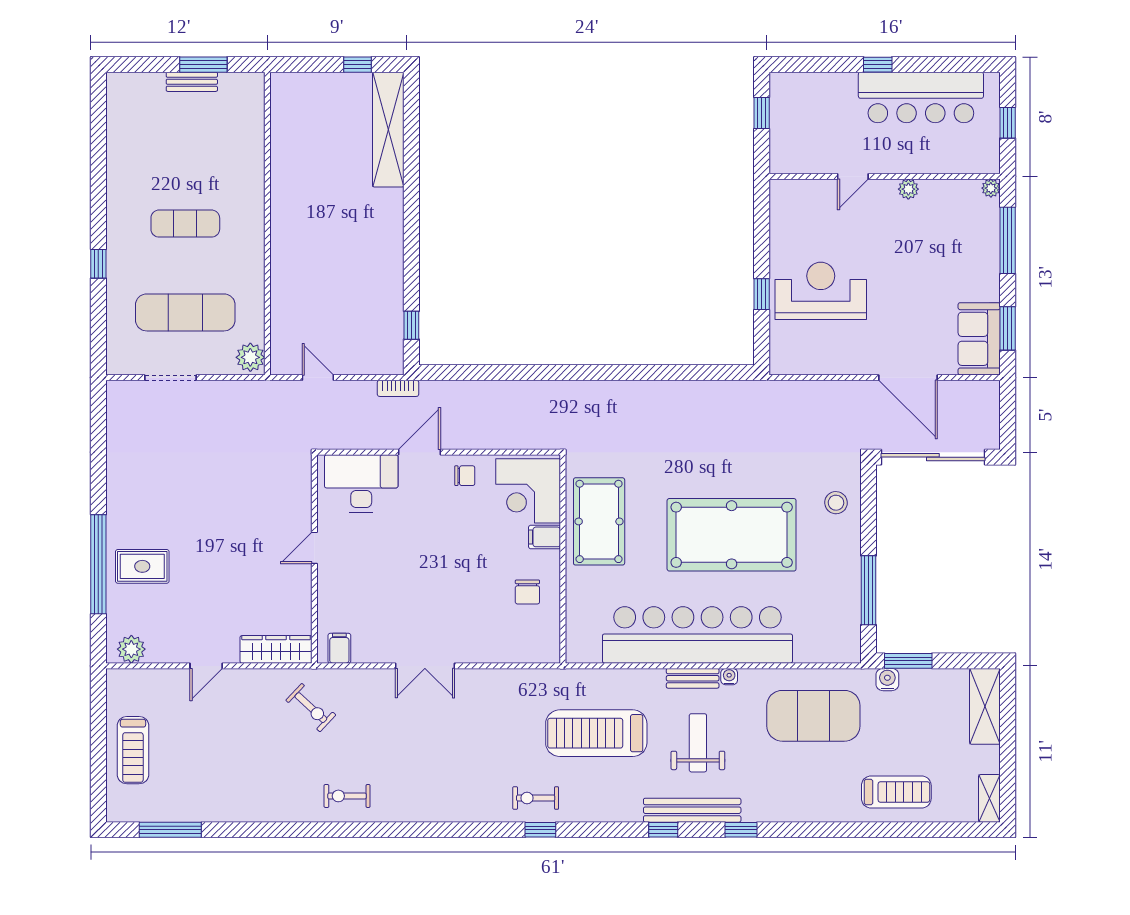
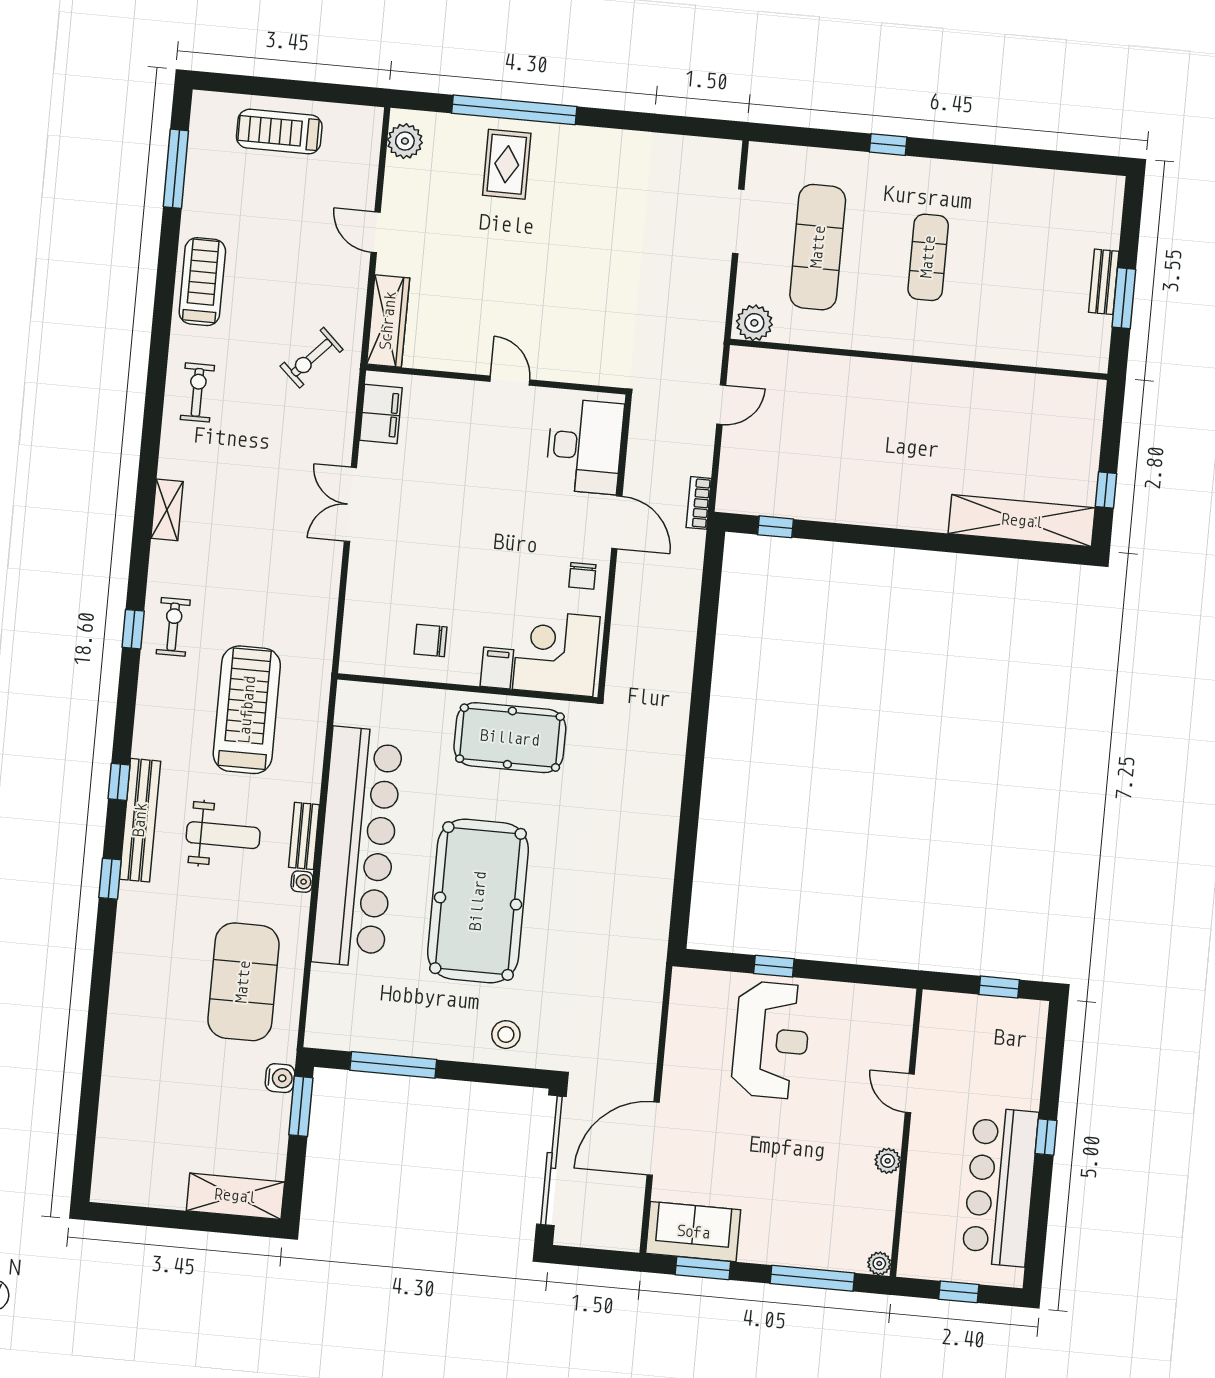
filing cabinet: (339, 648) -> (381, 414), width x2.00
treadmill: (896, 792) -> (202, 282), moved, turned 180
shelving: (989, 798) -> (167, 510), moved, turned 90

